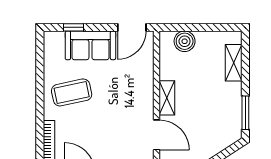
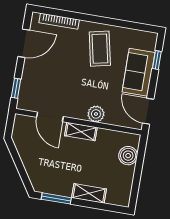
shelving: (234, 63) -> (89, 193), moved
plant: (145, 85) -> (96, 114), added
door: (156, 135) -> (50, 117), hinge flipped

